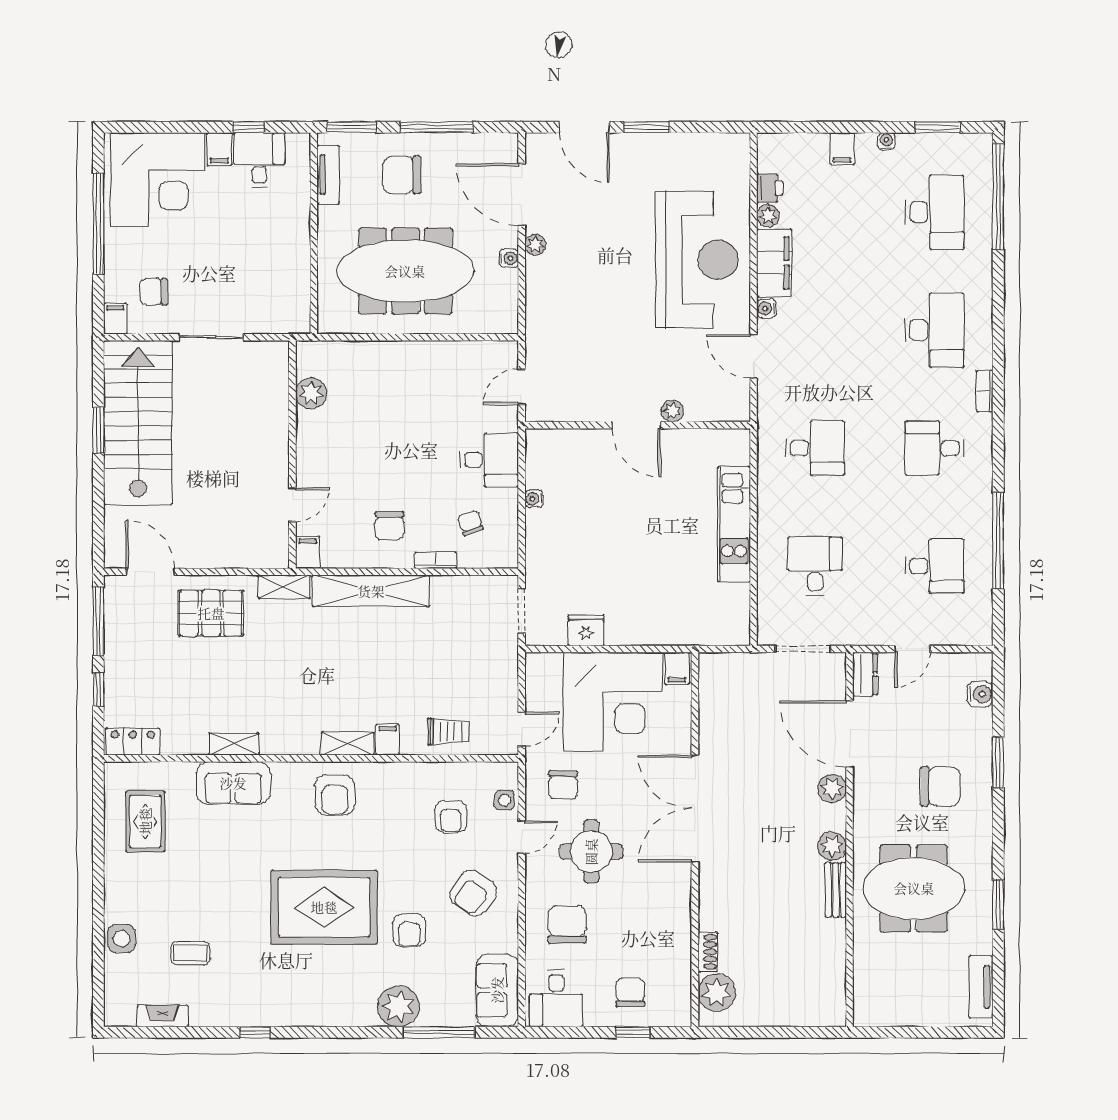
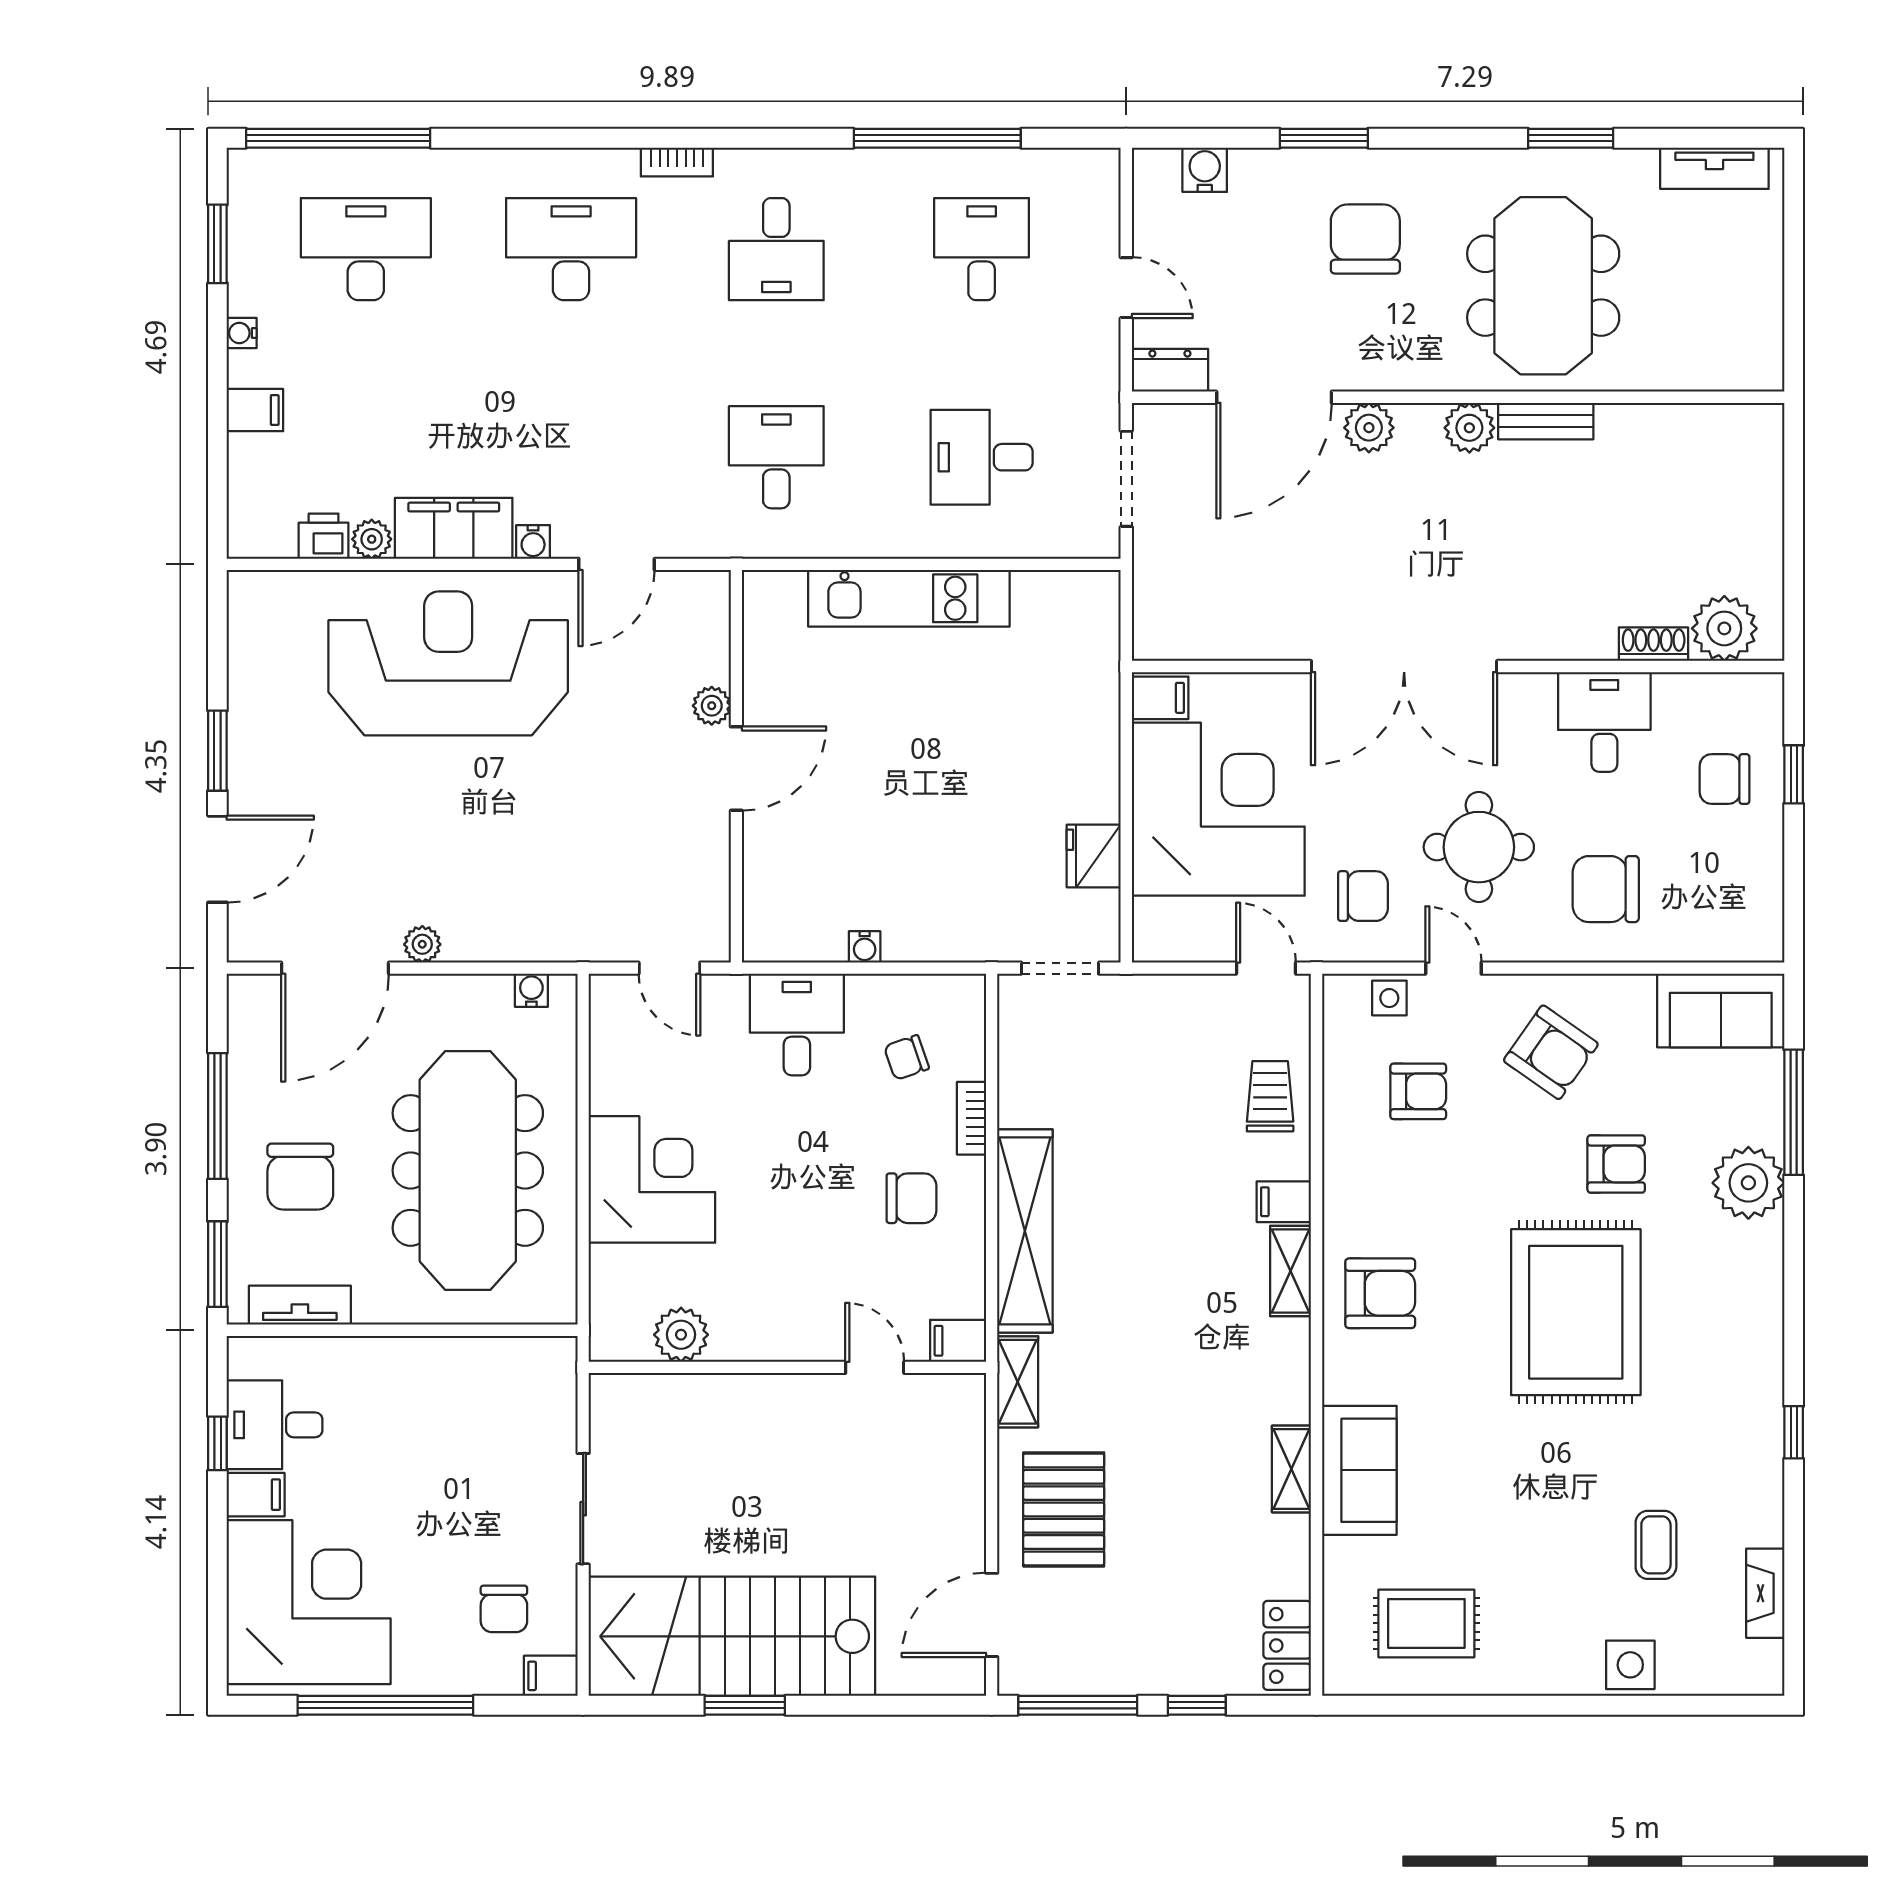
water cooler: (509, 258) -> (531, 990), moved
corner desk: (400, 377) -> (652, 1179), added
desk: (556, 998) -> (1604, 722), moved, turned -90

